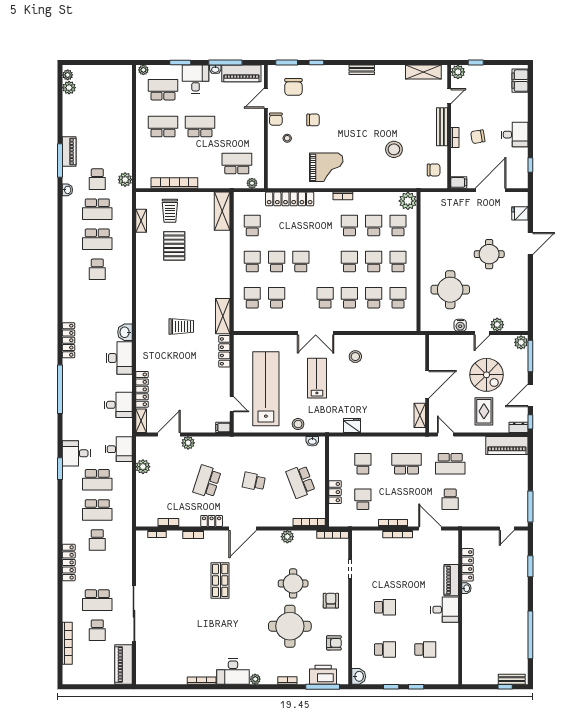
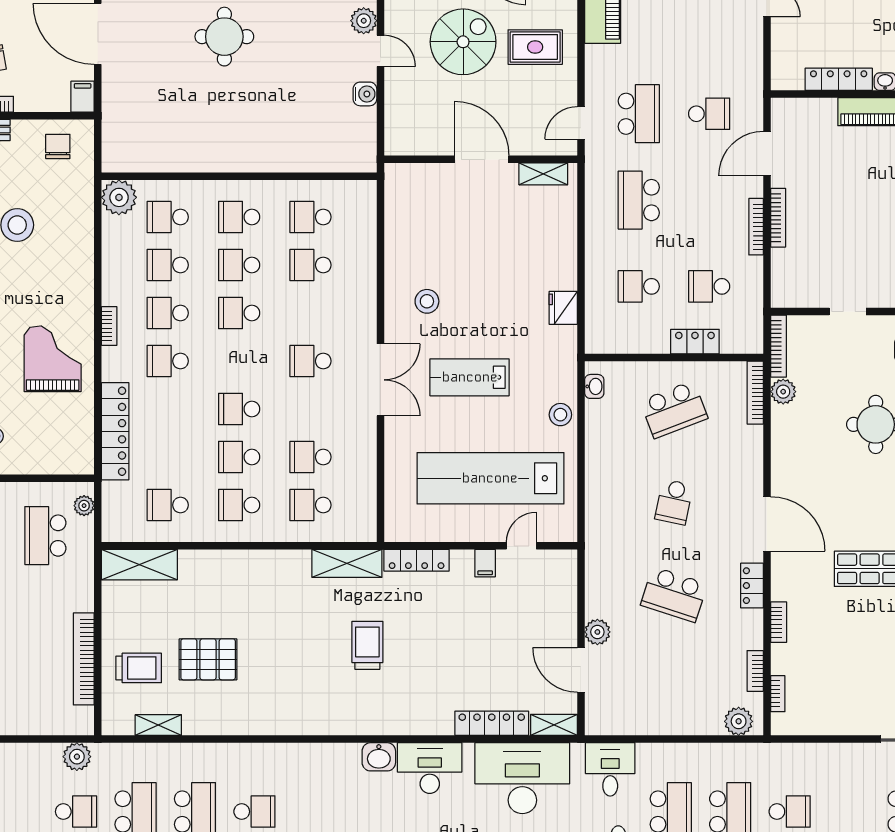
round table: (450, 290) -> (295, 114), removed
school desk: (349, 298) -> (168, 361), moved
desk: (118, 405) -> (522, 778), width x1.87, depth x1.30
filing cabinet: (223, 427) -> (485, 563), moved
plant: (143, 467) -> (739, 721), moved
plant: (287, 537) -> (783, 392), moved

